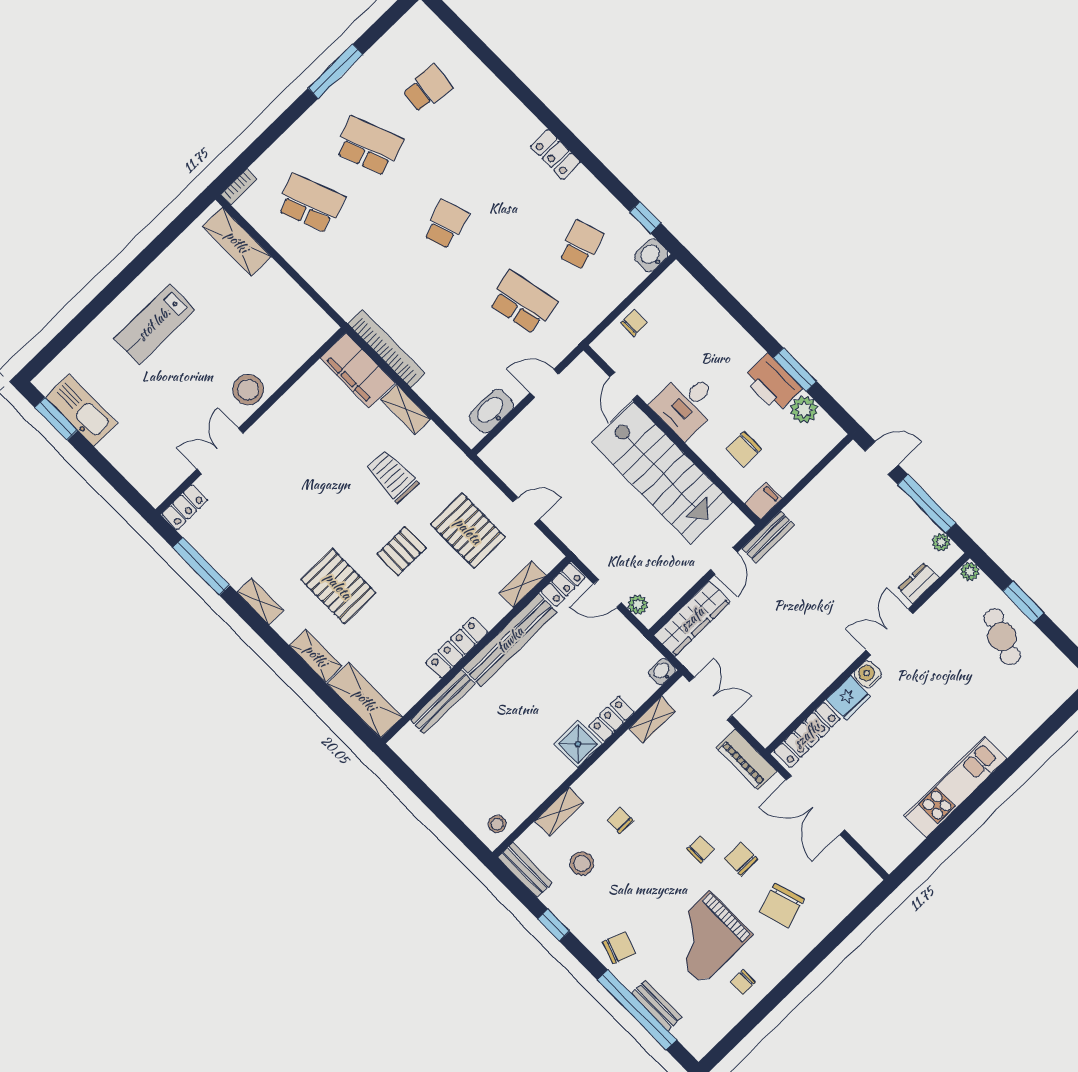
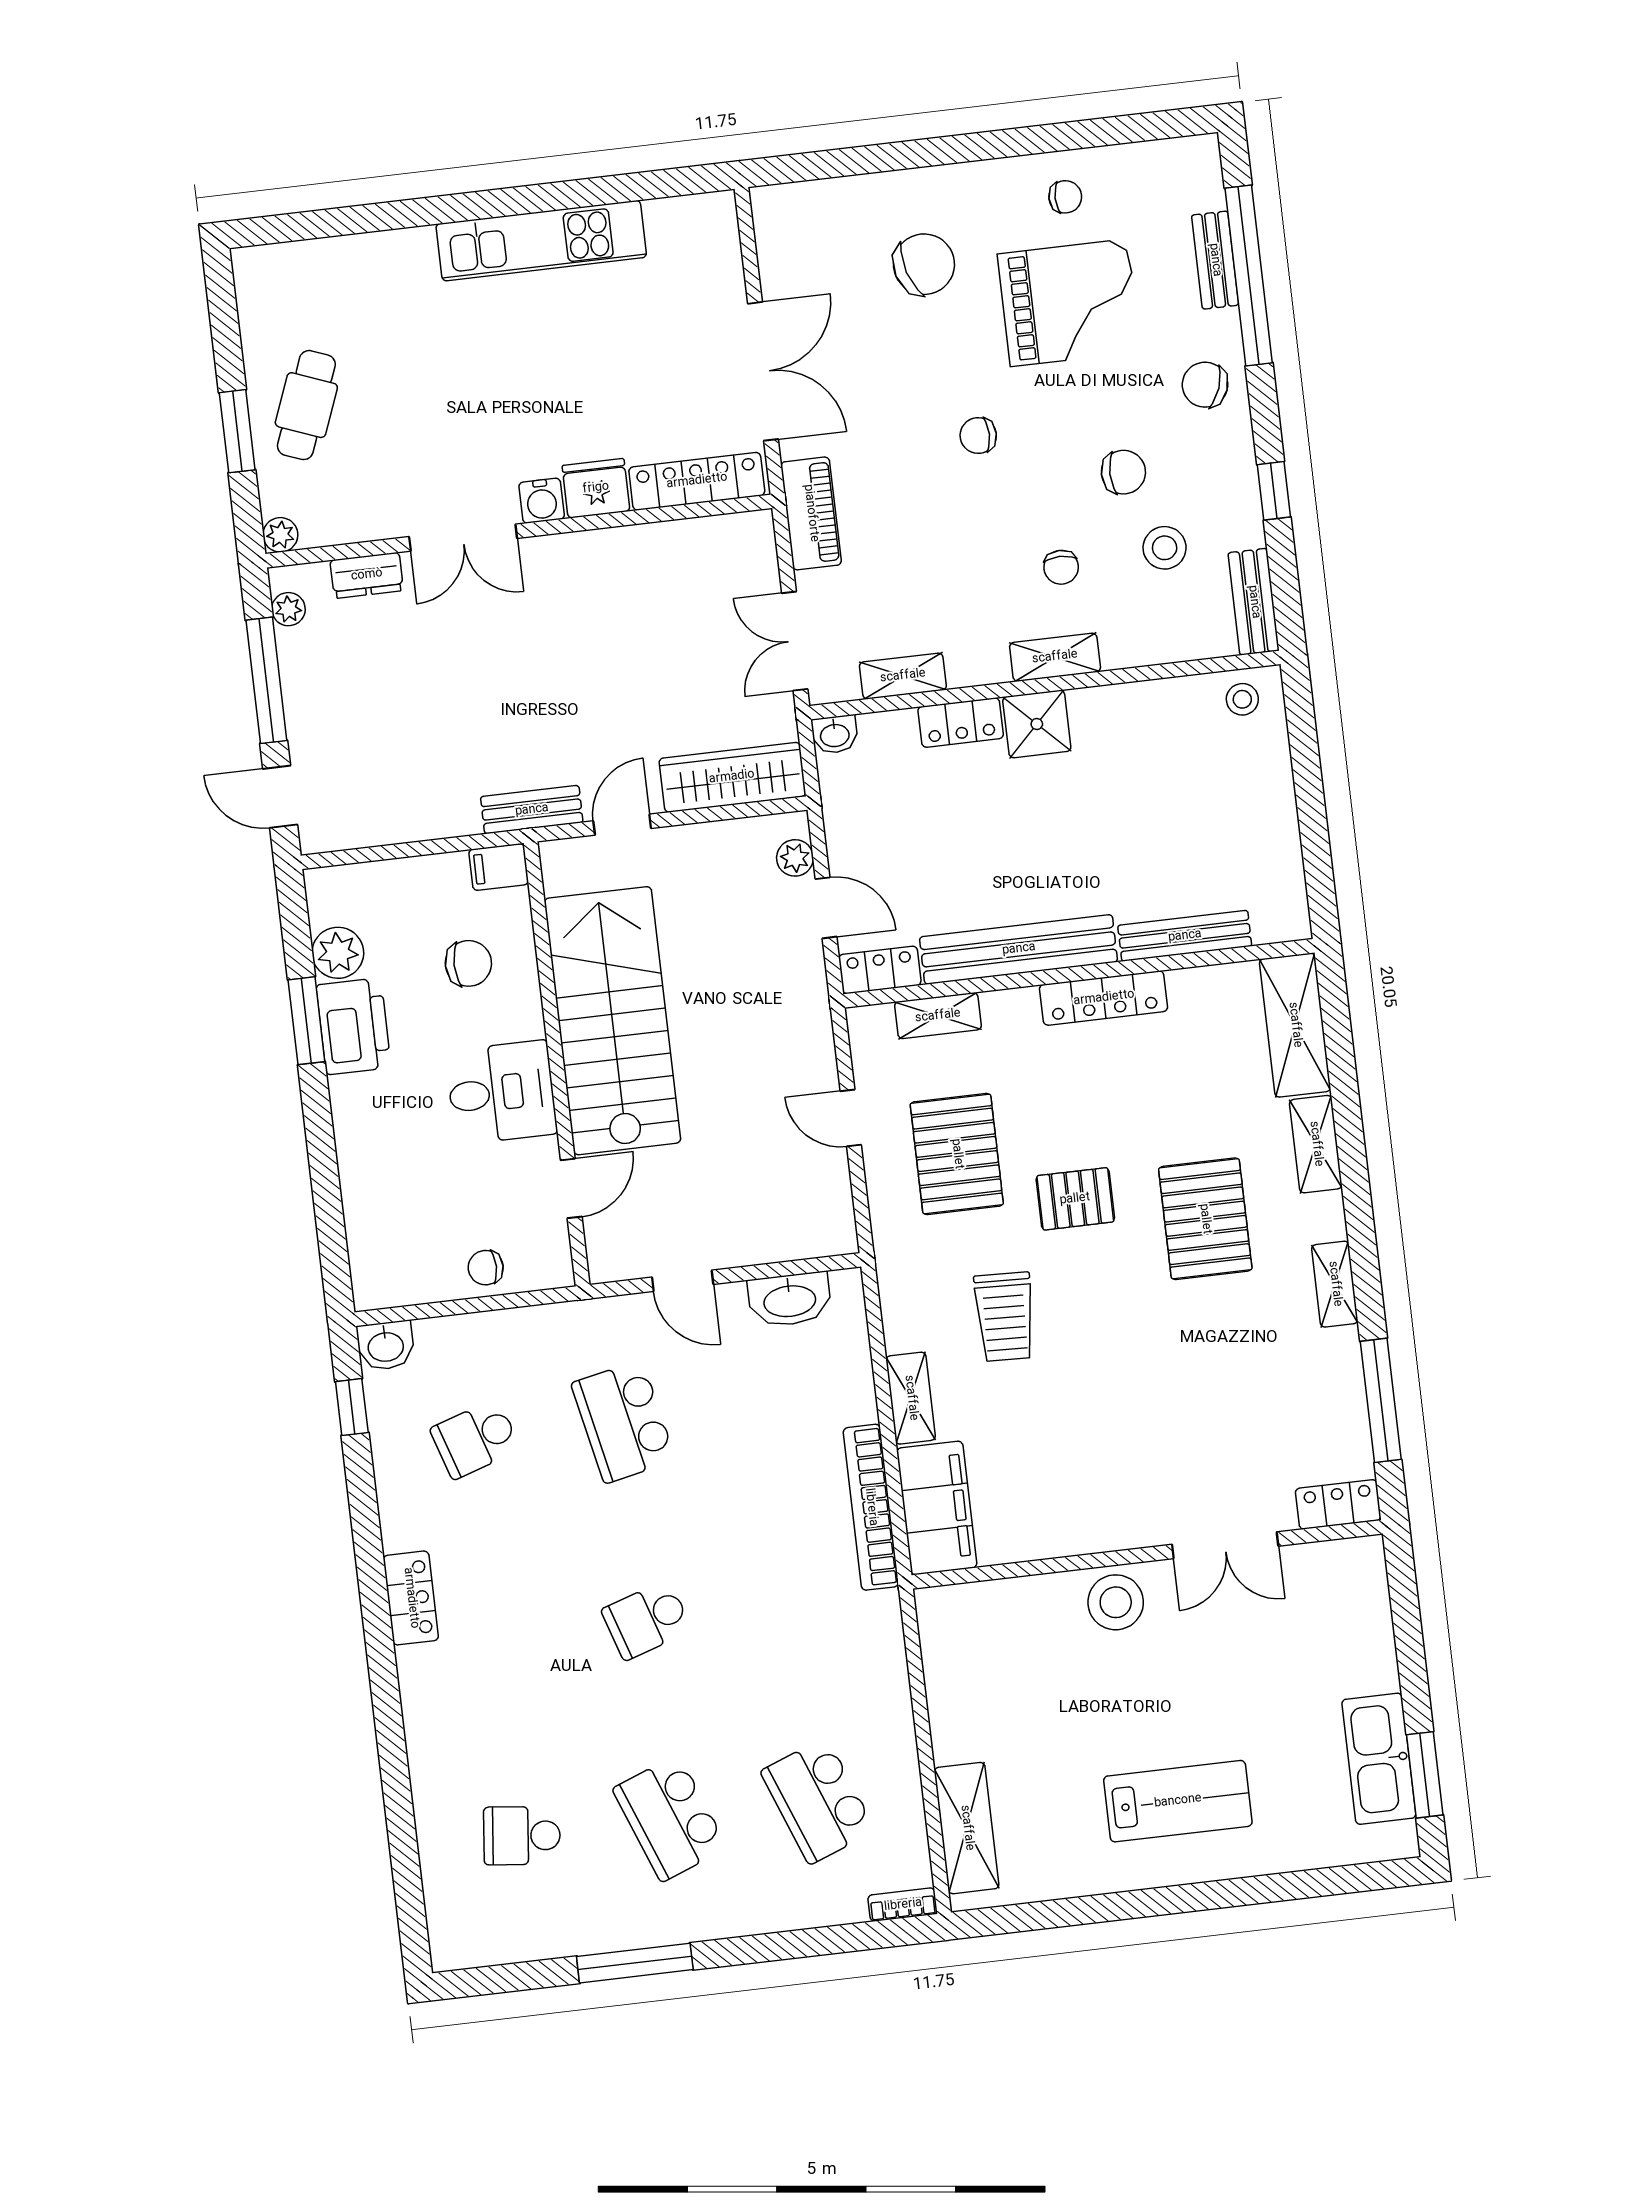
shelving: (559, 812) -> (1055, 657), moved
chair: (741, 859) -> (1123, 472), moved, turned -90

